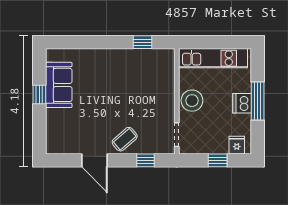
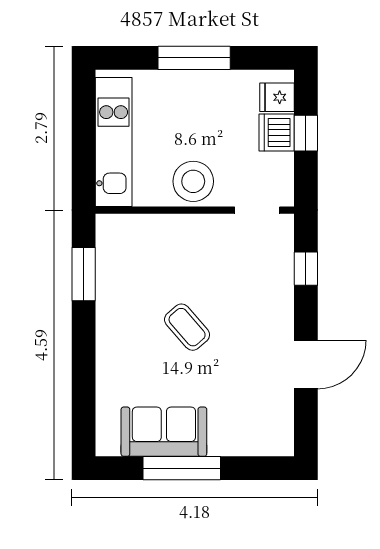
window: (143, 42) -> (84, 274), width x1.50
window: (39, 94) -> (182, 468), width x2.17
dishwasher: (242, 103) -> (277, 133), moved, turned 90
coffee table: (125, 139) -> (187, 327), moved

